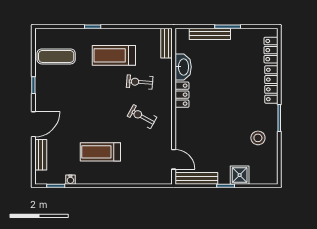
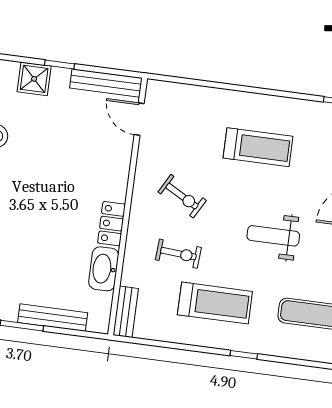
weight bench: (84, 100) -> (273, 236), added
water cooler: (70, 180) -> (313, 108), removed

